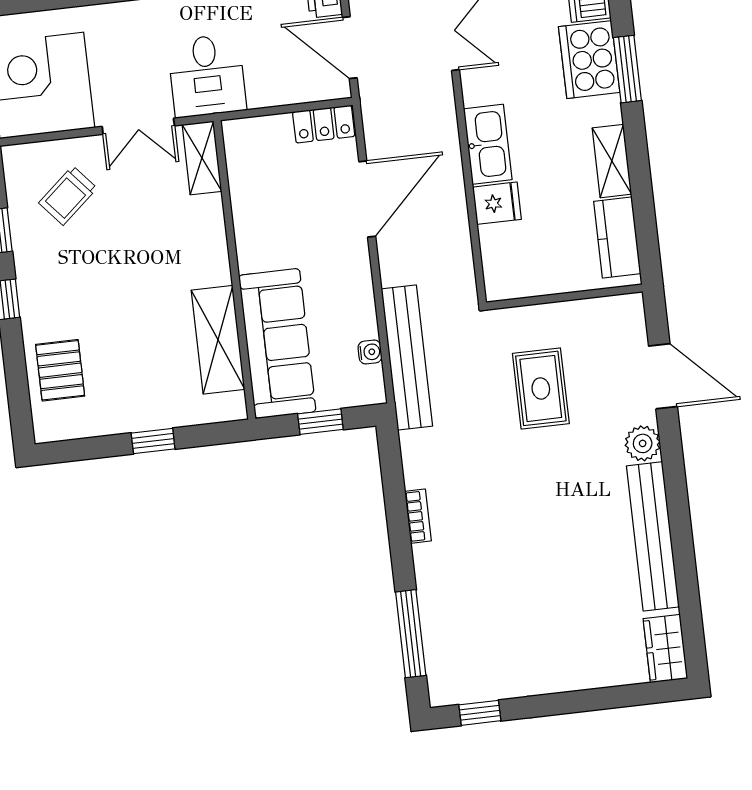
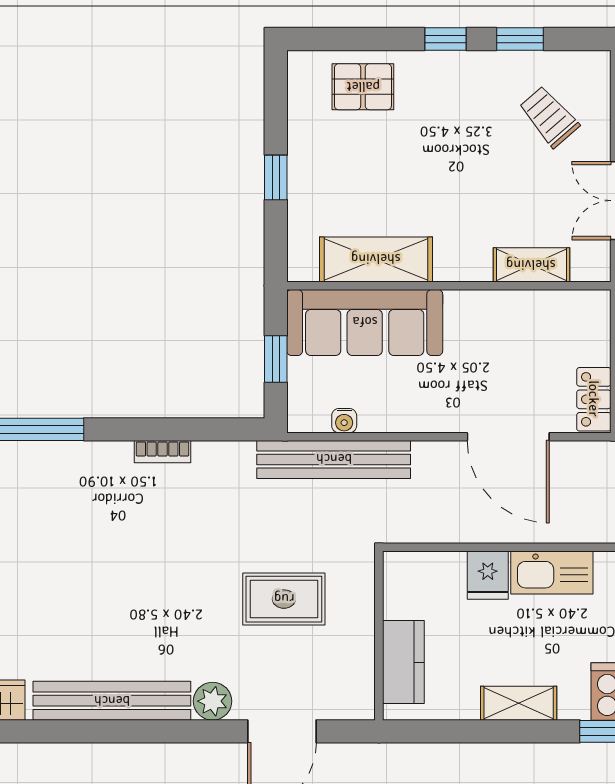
shelving: (202, 158) -> (531, 265), moved
kitchen counter: (617, 237) -> (403, 662), moved, turned 90

